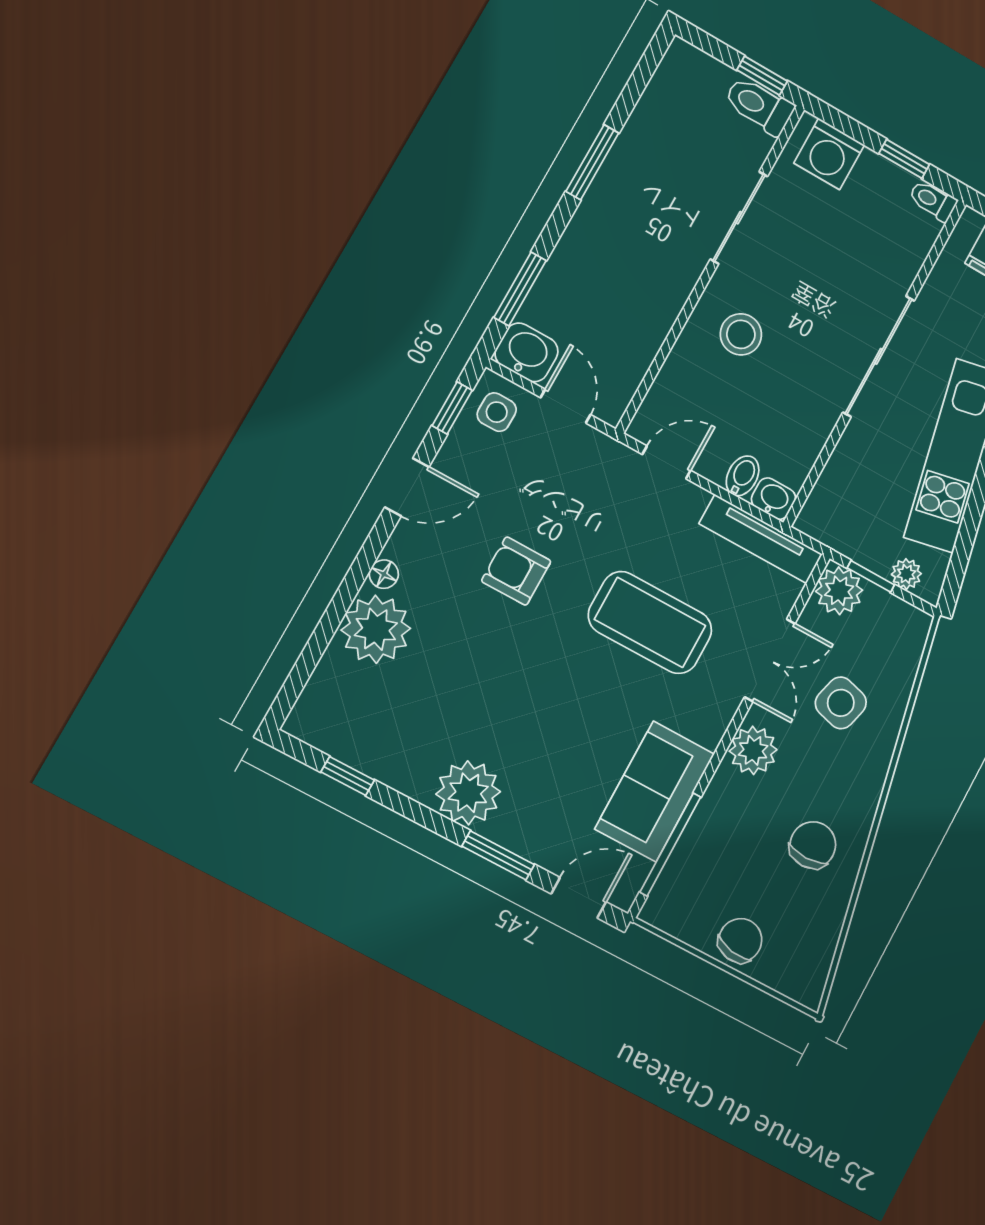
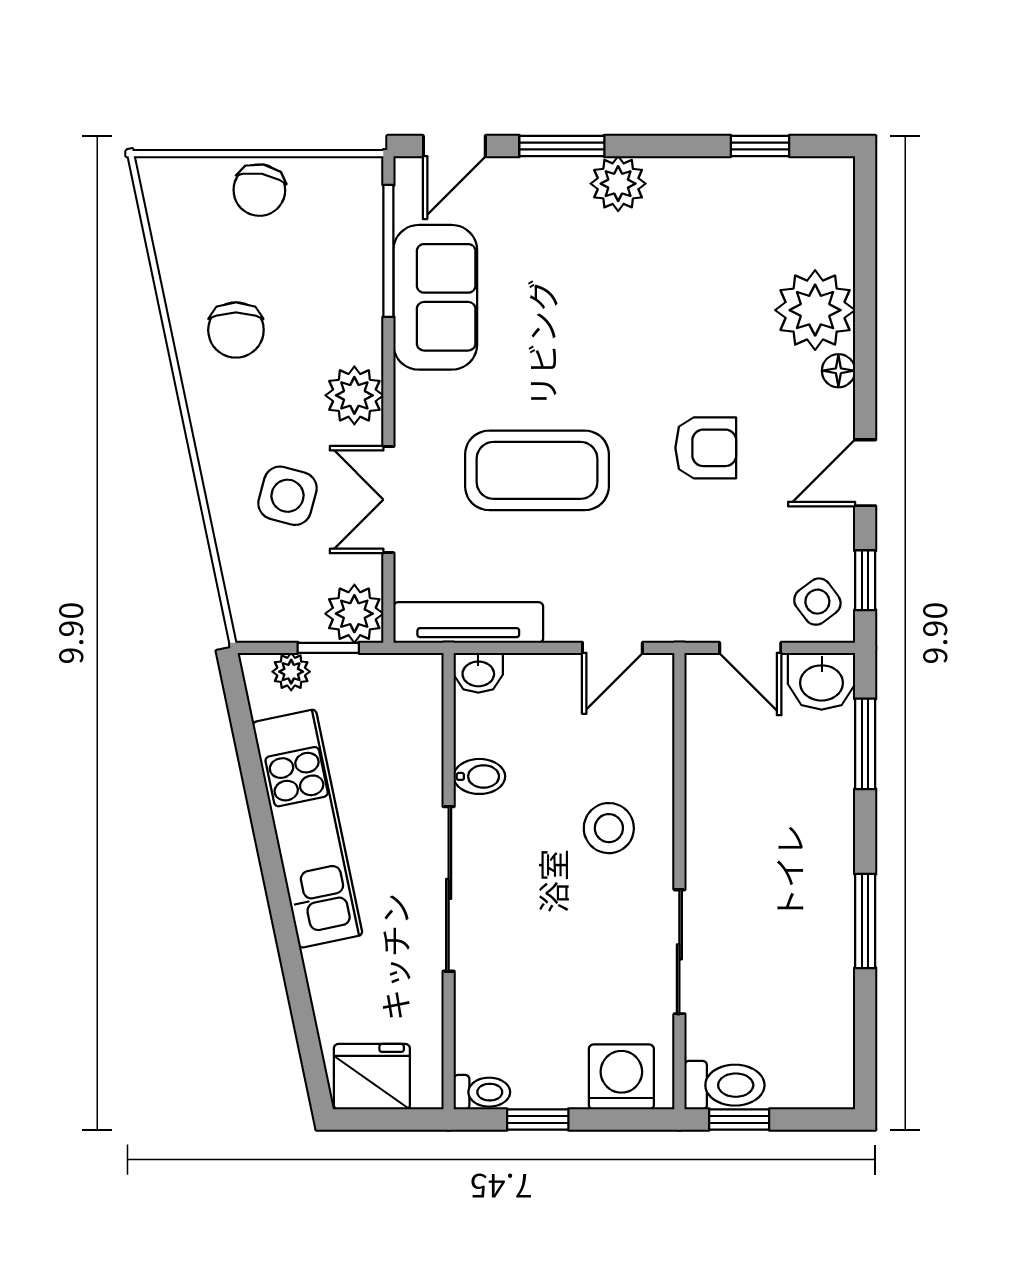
side table: (497, 412) -> (817, 602), turned -37
bidet: (743, 476) -> (479, 776), moved, turned -90
plant: (468, 793) -> (618, 184), width x0.73, depth x0.73

